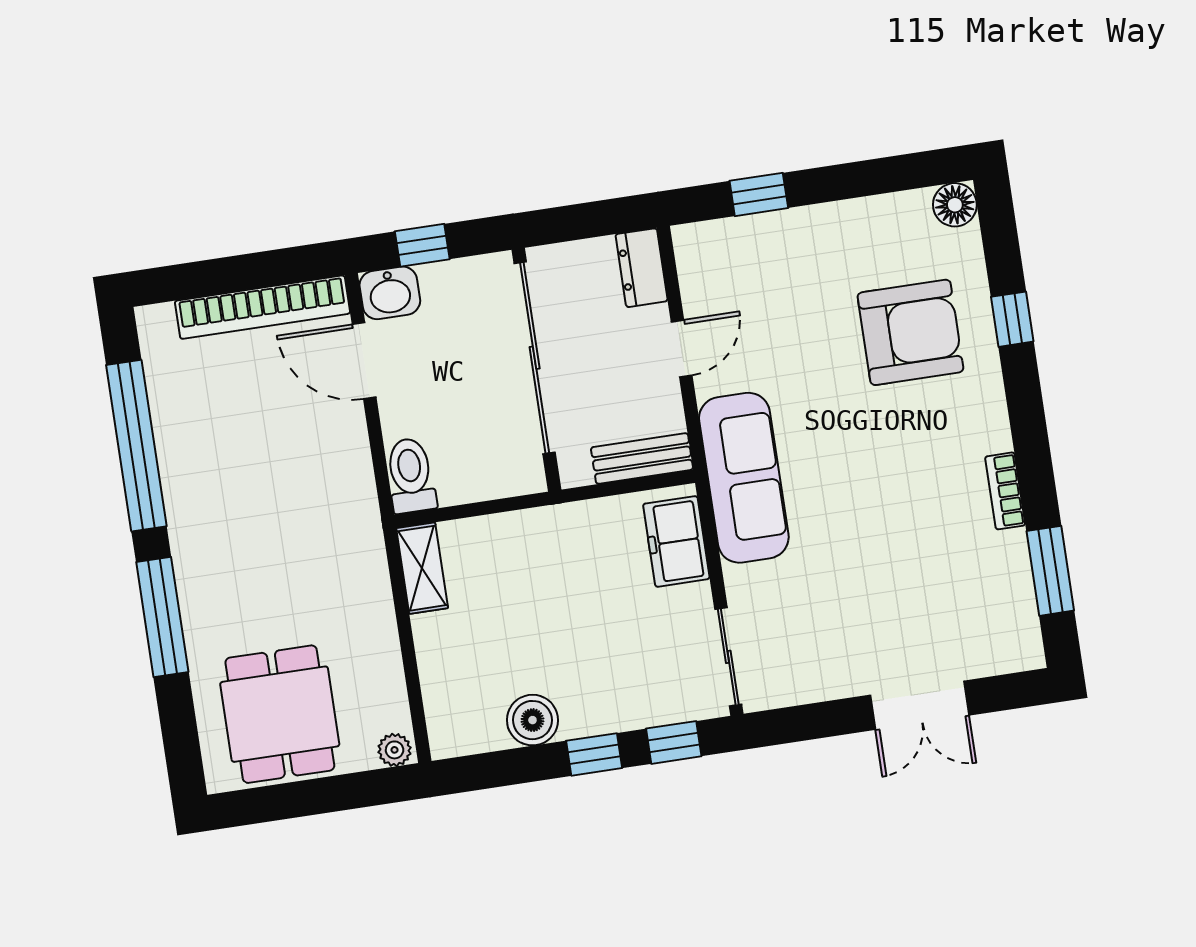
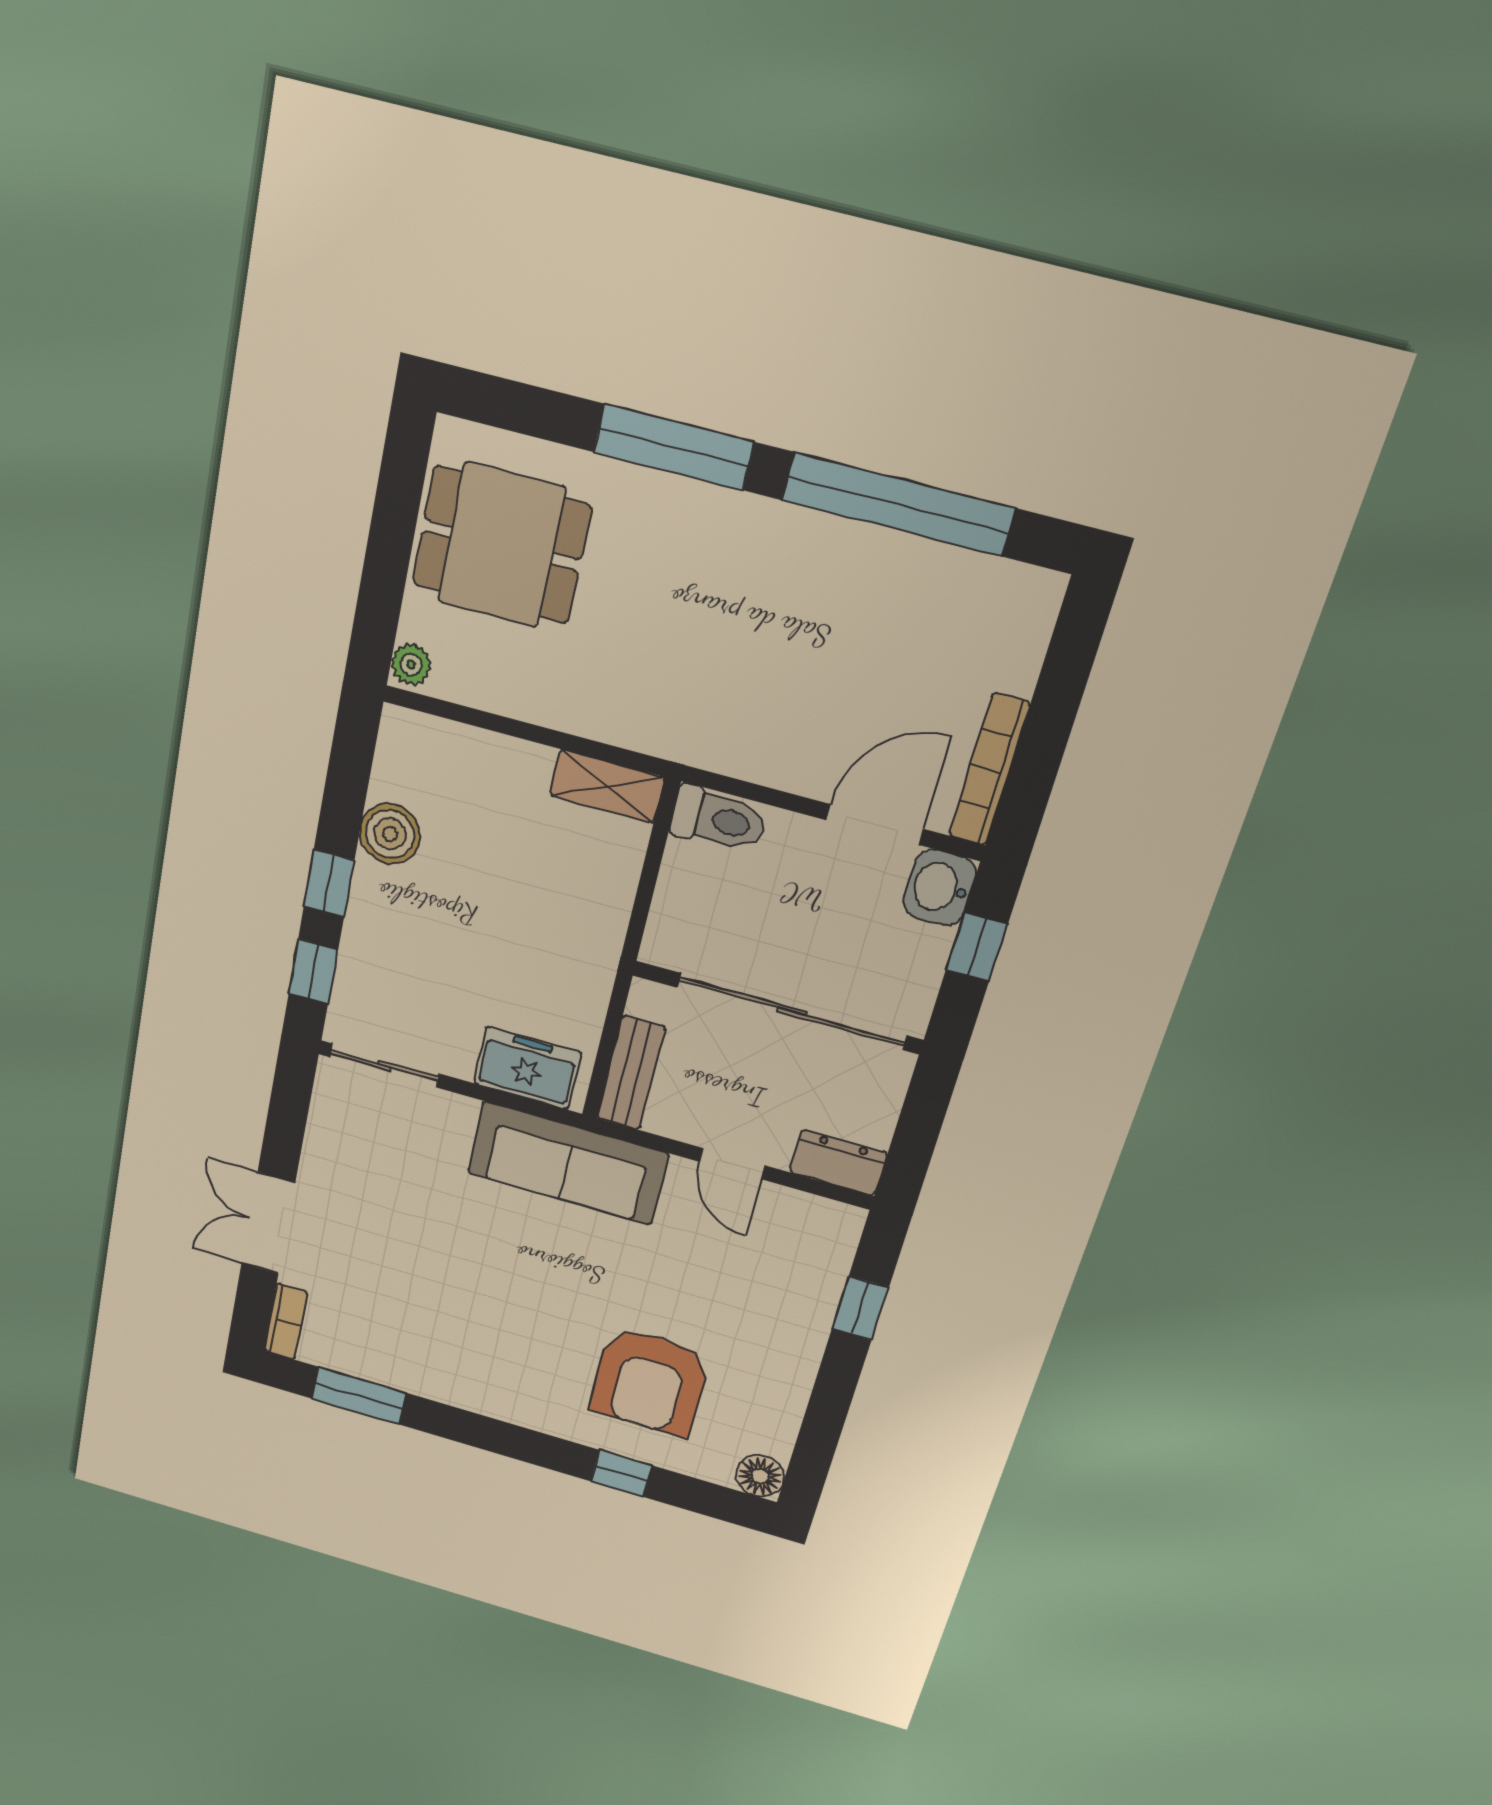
bookcase: (262, 307) -> (989, 770), width x0.68, depth x0.76
bookcase: (1005, 491) -> (286, 1322), moved, turned 90

